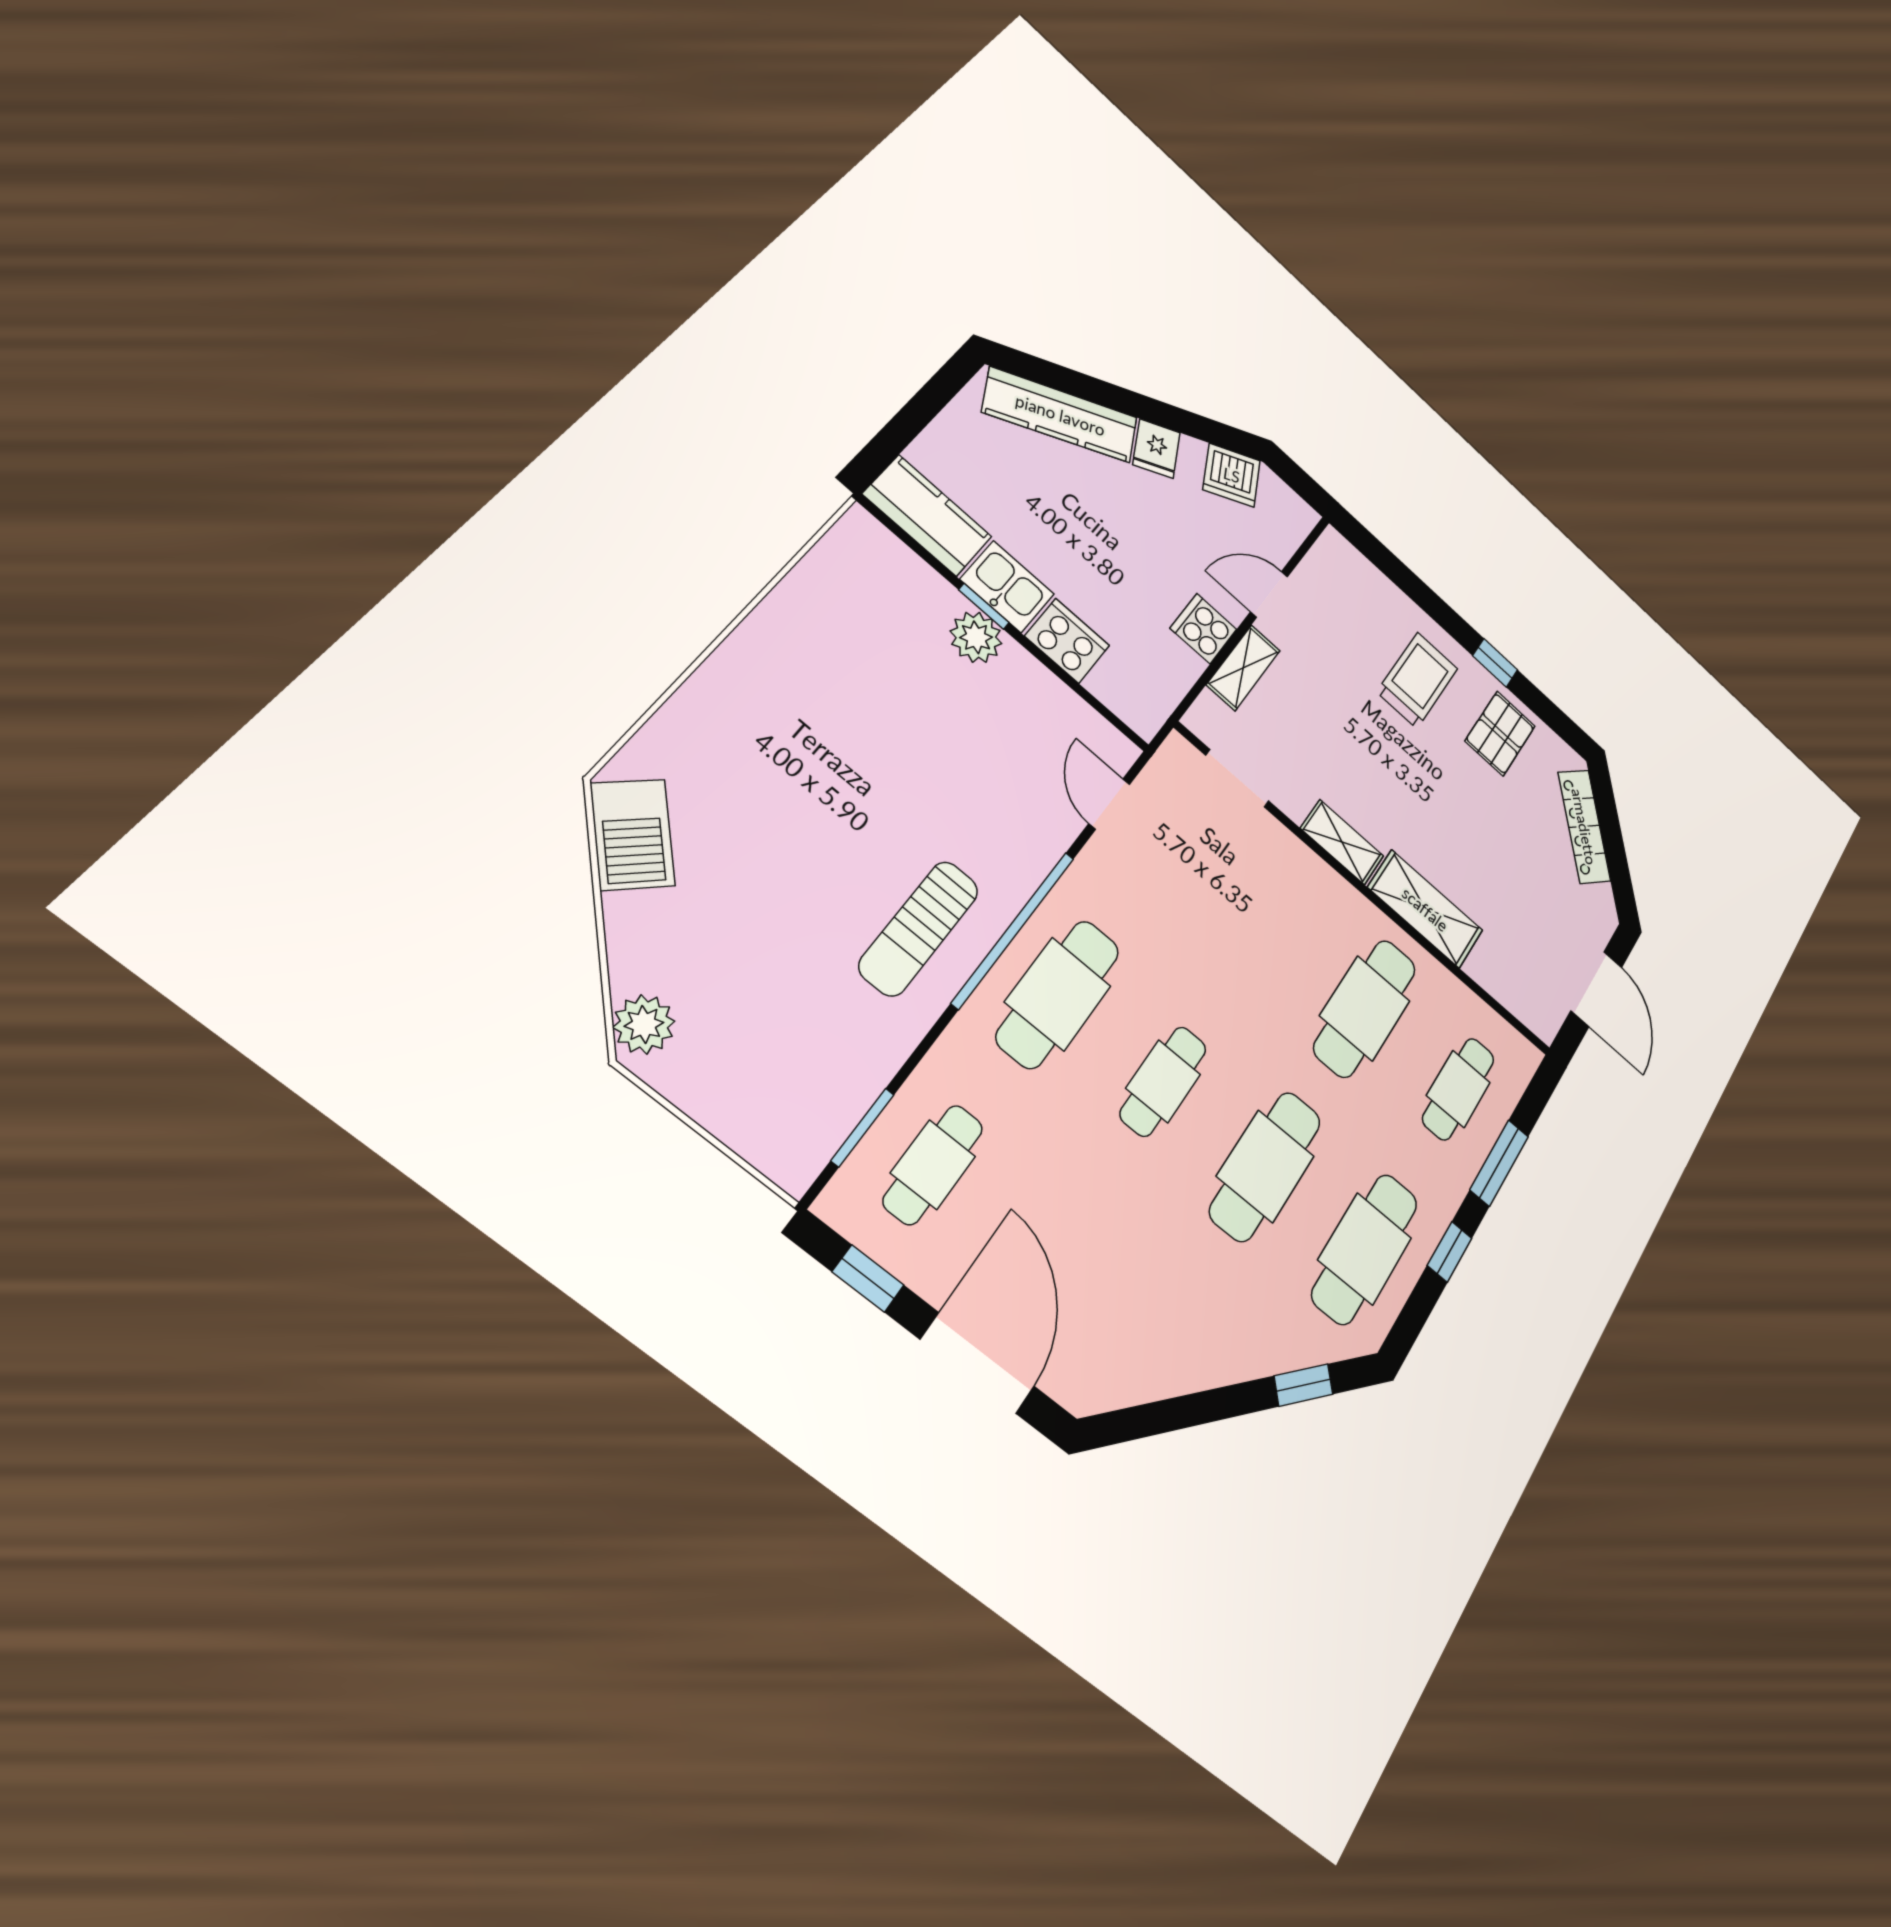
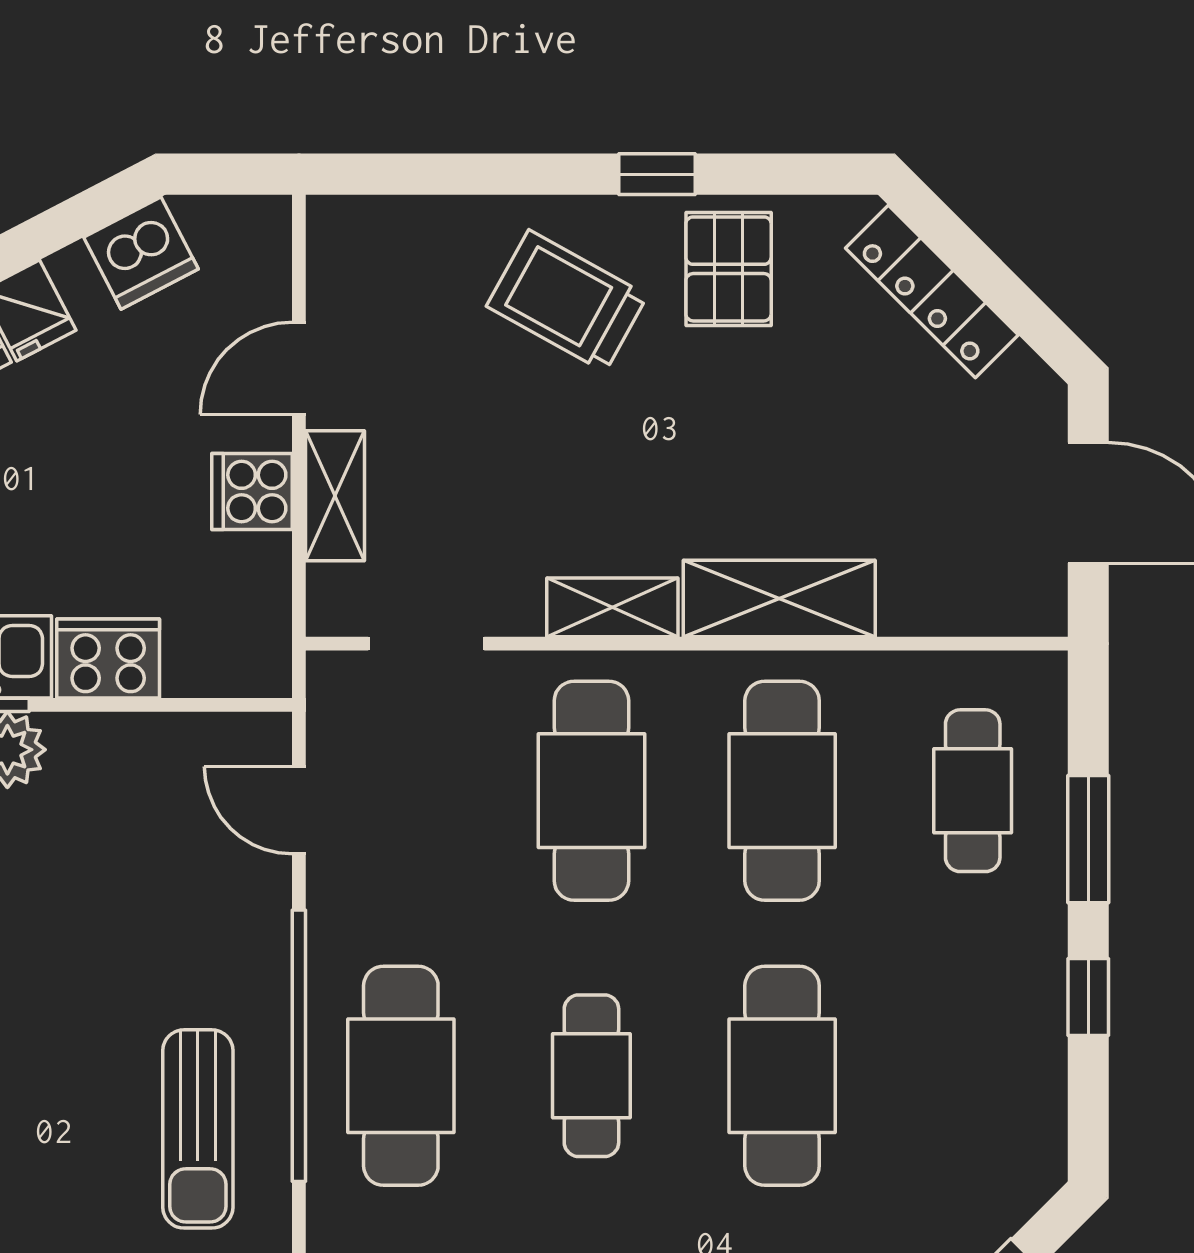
trolley: (1417, 680) -> (567, 301), turned -61
cafe table: (1365, 1249) -> (591, 791), moved

